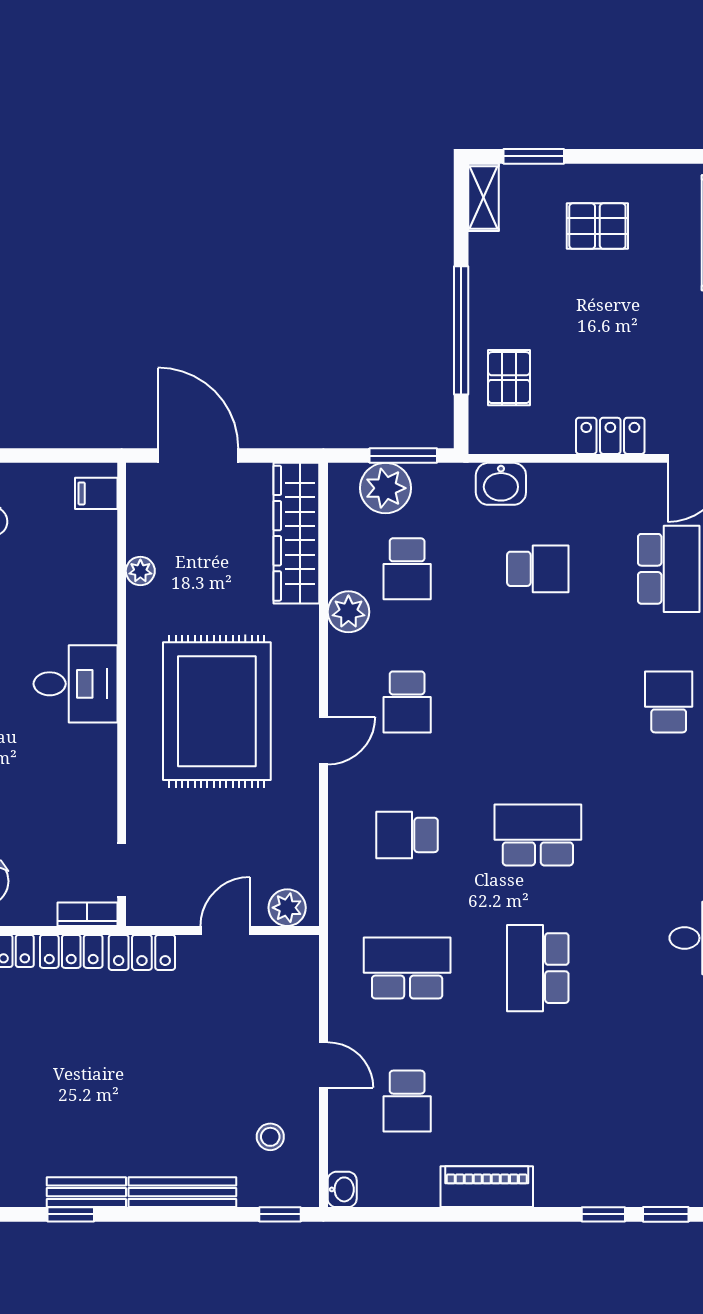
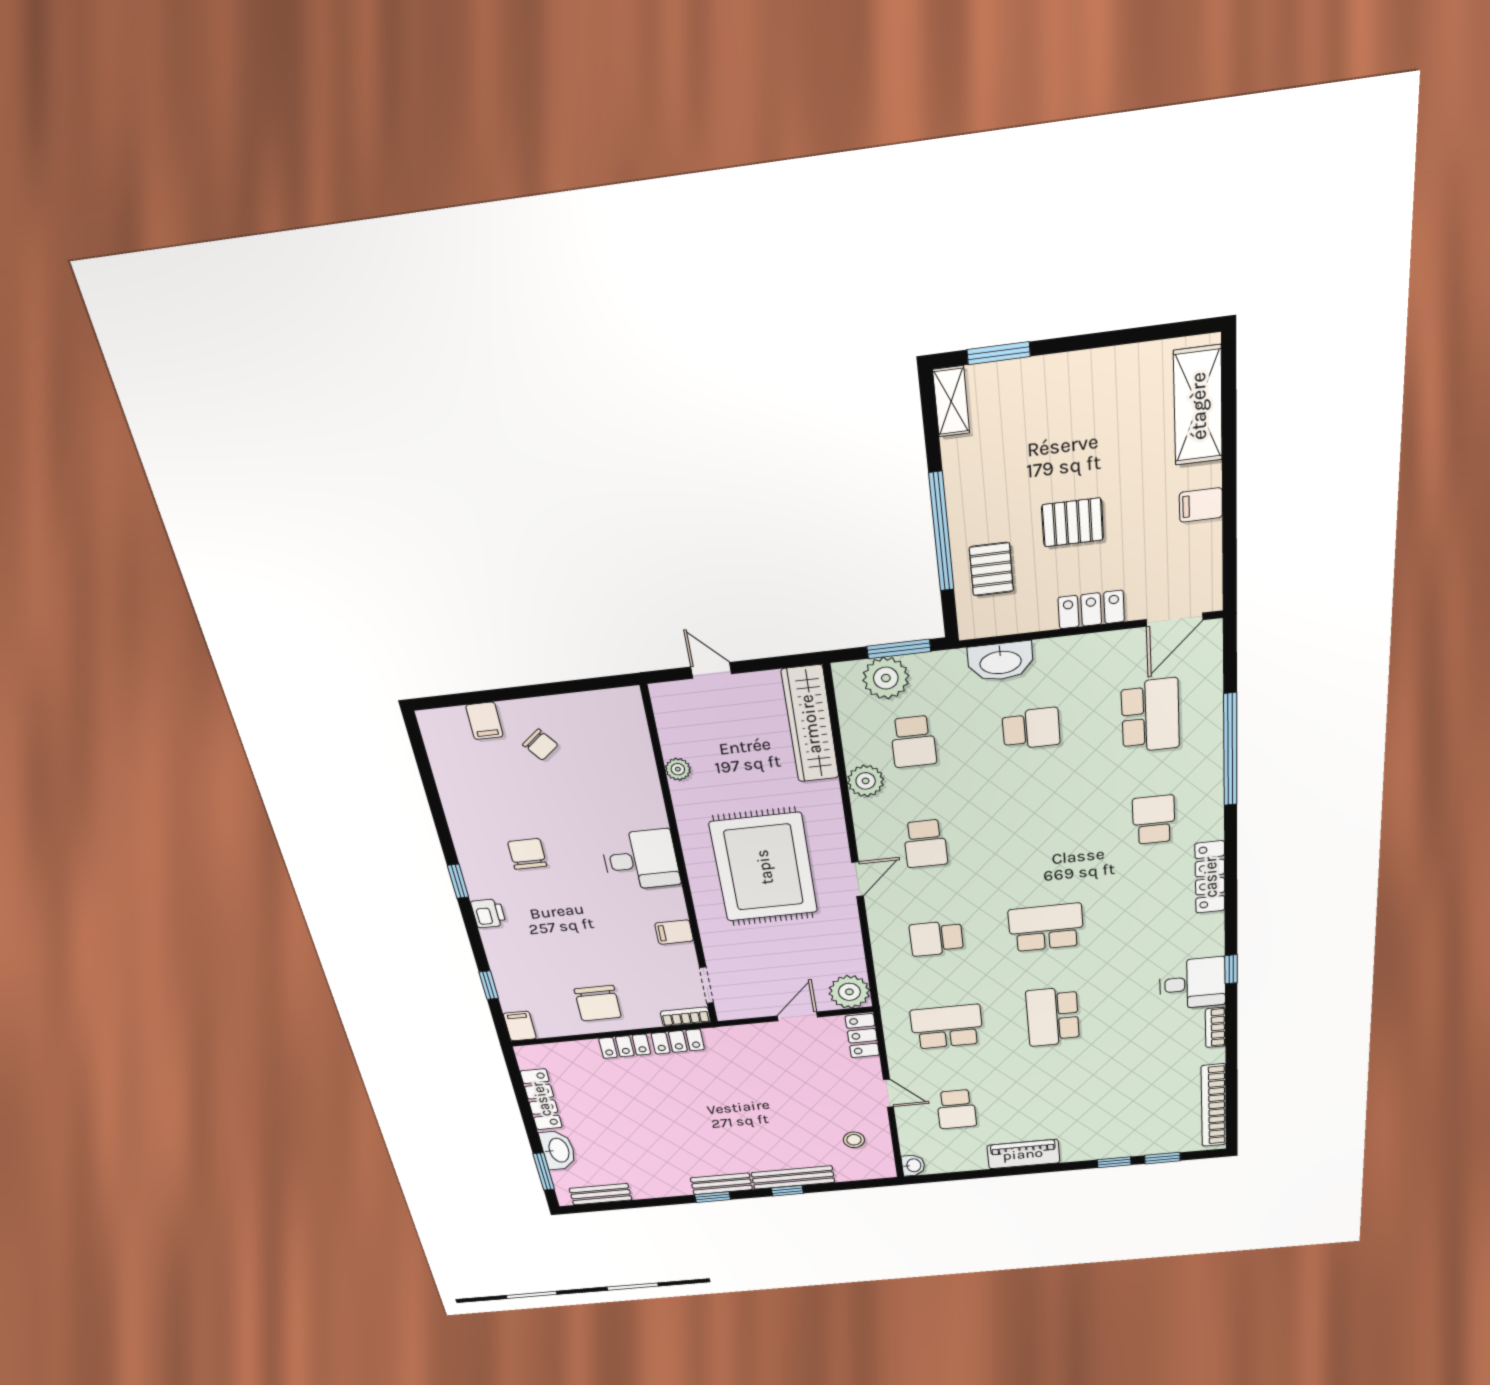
pallet: (597, 226) -> (1073, 522), moved
door: (198, 456) -> (711, 670), width x0.53
washbasin: (501, 484) -> (1001, 661), width x1.38
filing cabinet: (96, 493) -> (674, 932), moved
plant: (287, 908) -> (849, 992), width x1.36, depth x1.36
locker: (142, 952) -> (862, 1036), moved, turned 90
window: (280, 1214) -> (787, 1191), moved

